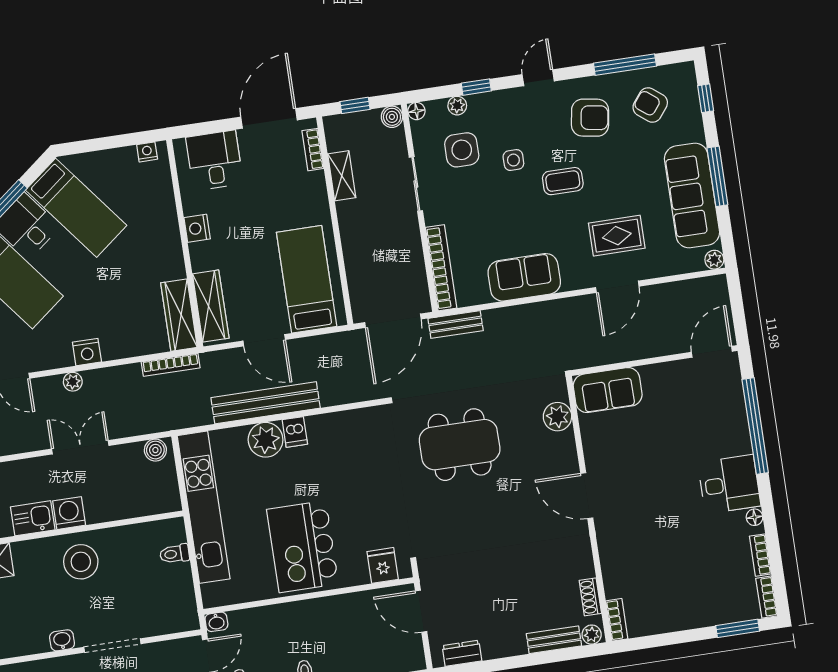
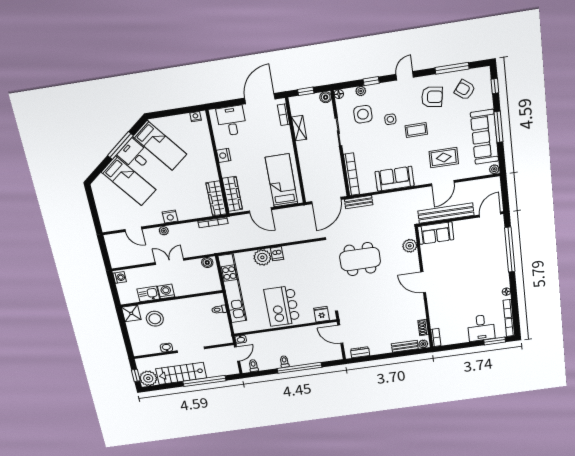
bench: (266, 403) -> (446, 213), moved
desk: (729, 484) -> (481, 328), moved, turned 90
stool: (81, 562) -> (155, 319), moved

